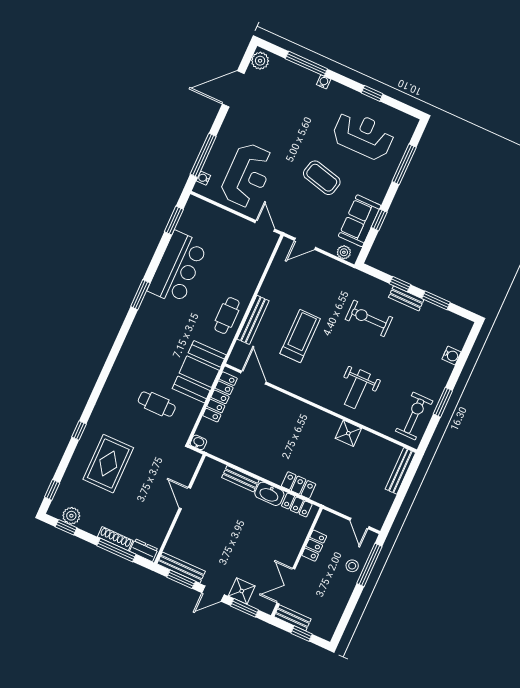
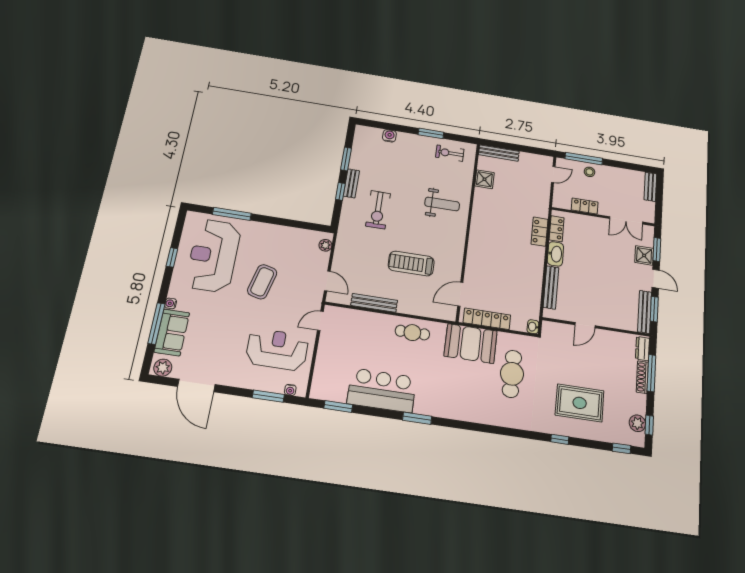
reception desk: (363, 135) -> (213, 256), width x1.36, depth x1.30
window: (203, 155) -> (268, 396), width x0.69
window: (379, 220) -> (288, 223), removed
sofa: (360, 221) -> (172, 332), moved, turned -90
bench: (253, 320) -> (374, 303), moved
cafe table: (157, 404) -> (512, 374), width x1.37, depth x1.35
exercise bike: (414, 416) -> (450, 153), width x0.73, depth x0.72
shower: (348, 433) -> (484, 179), moved
bench: (240, 479) -> (551, 287), width x1.36
bench: (293, 618) -> (650, 187), moved
window: (302, 634) -> (659, 198), removed

